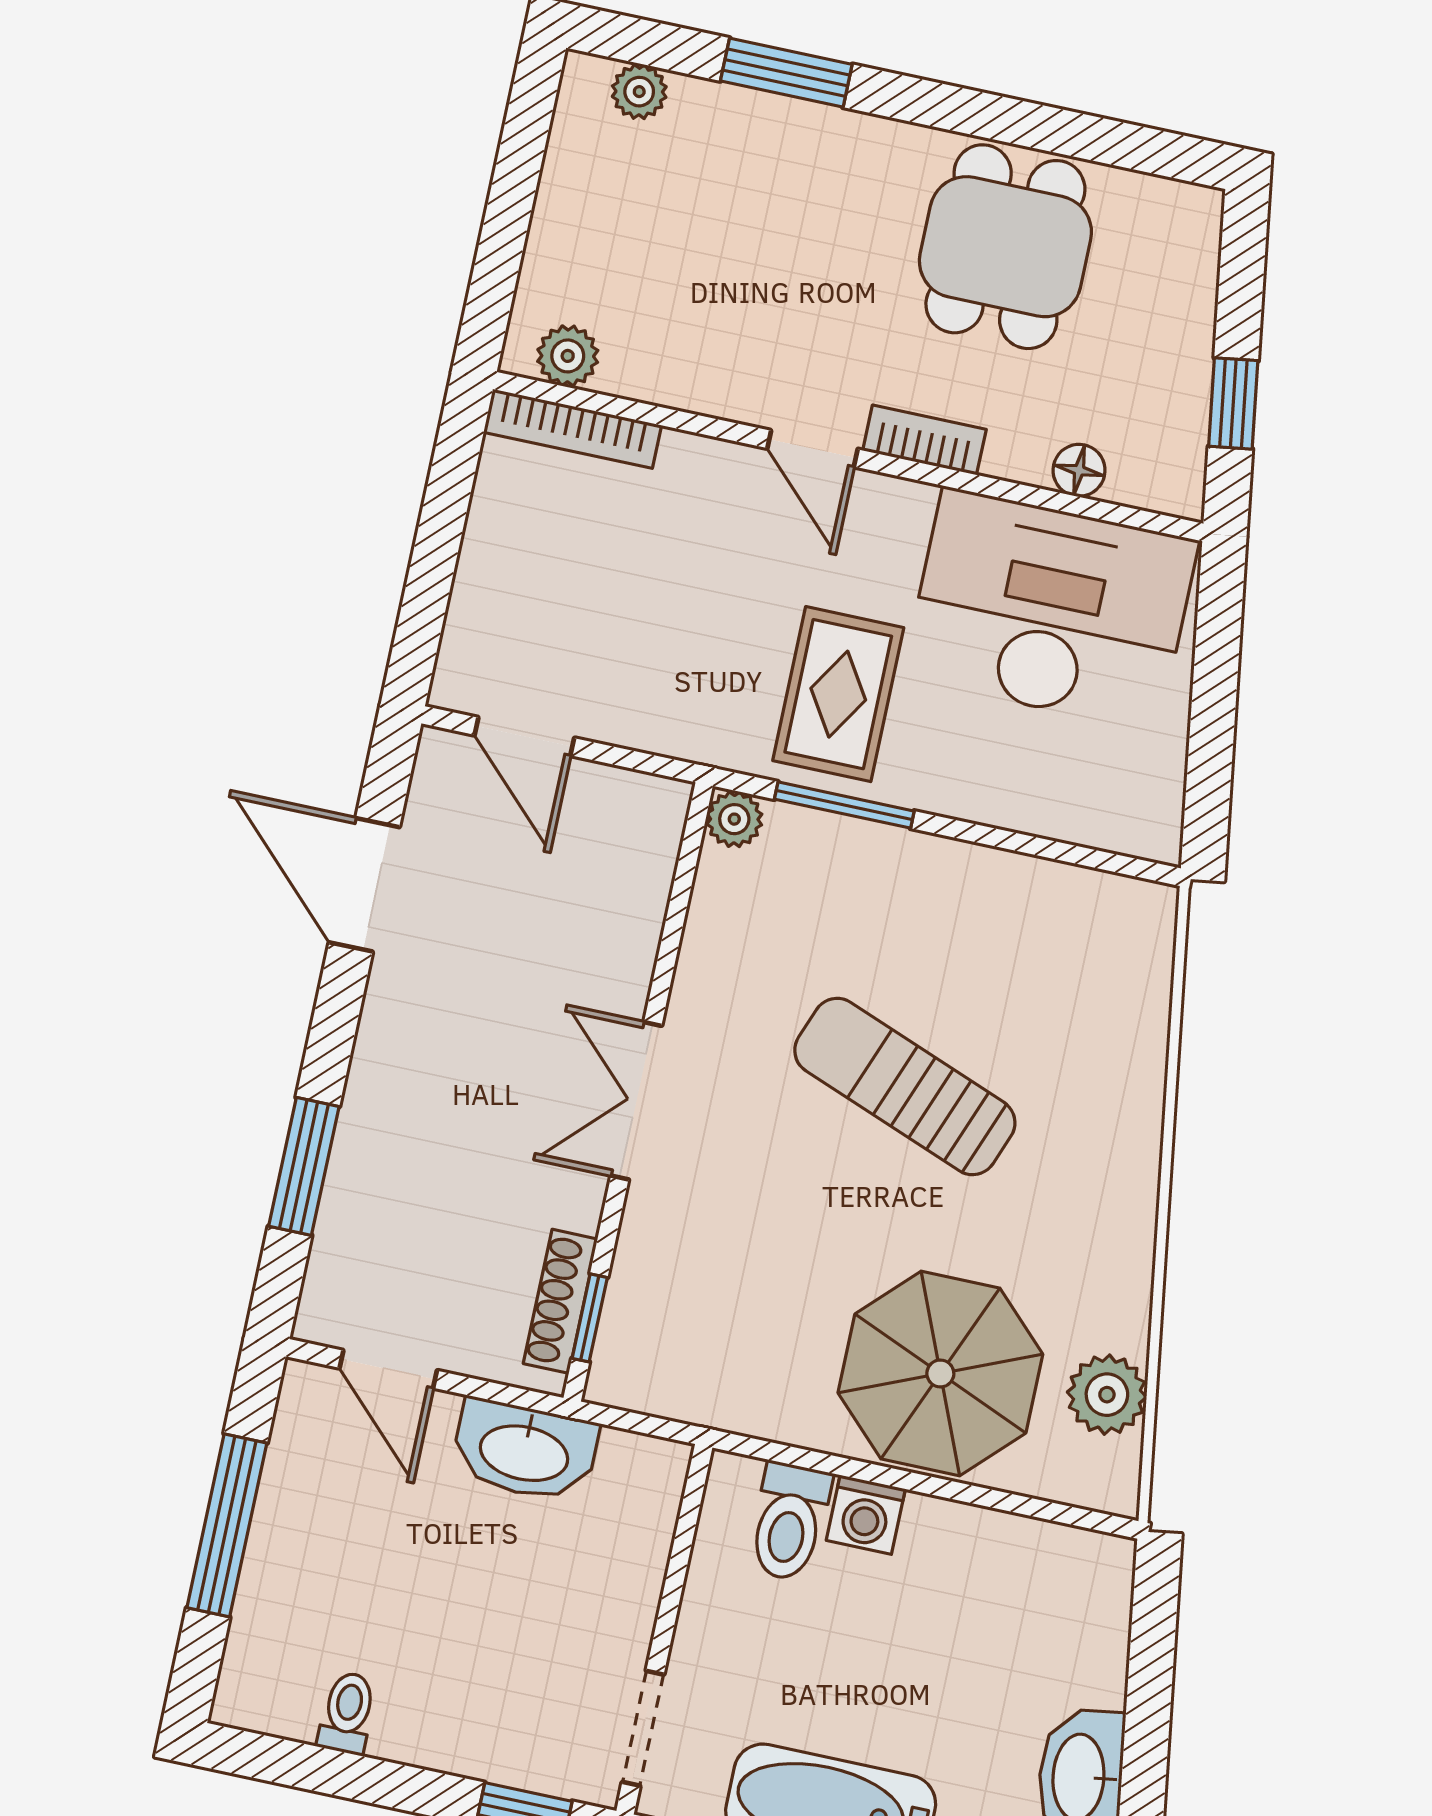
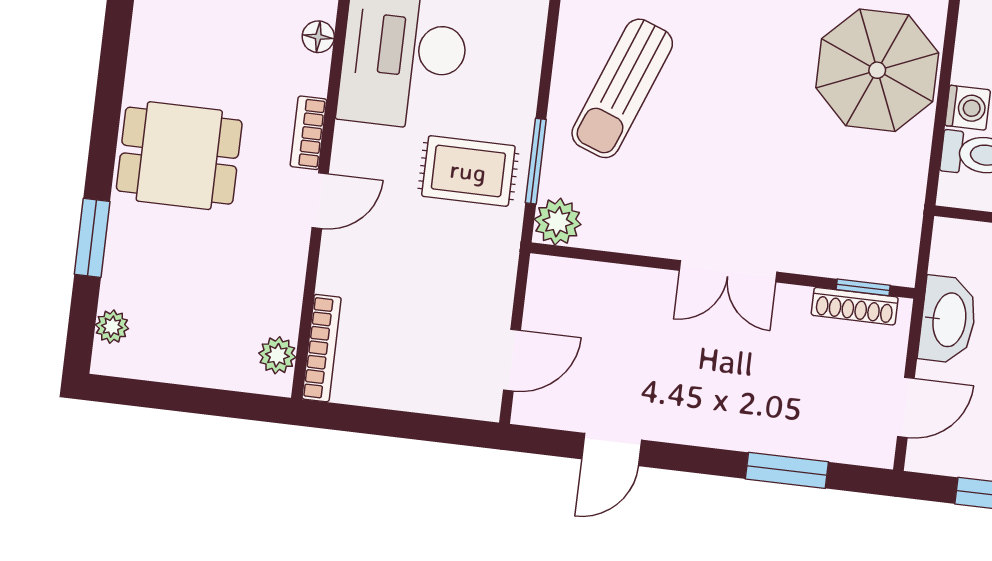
dining table: (1005, 247) -> (179, 156), moved
plant: (734, 819) -> (558, 222), width x1.38, depth x1.38
door: (364, 885) -> (612, 449), width x0.73
sun lounger: (905, 1087) -> (622, 88), moved

